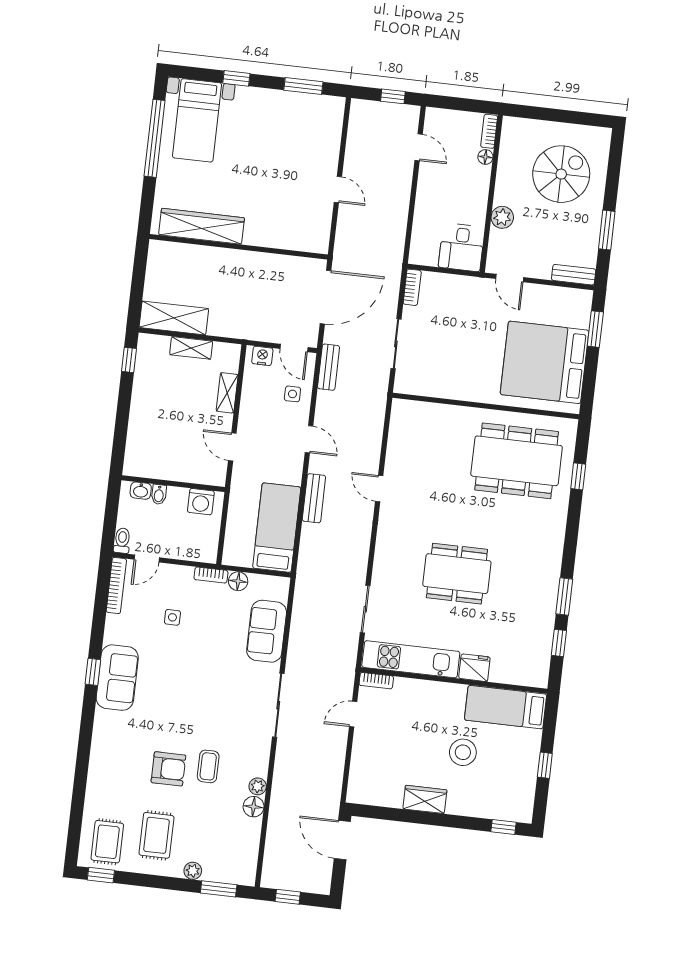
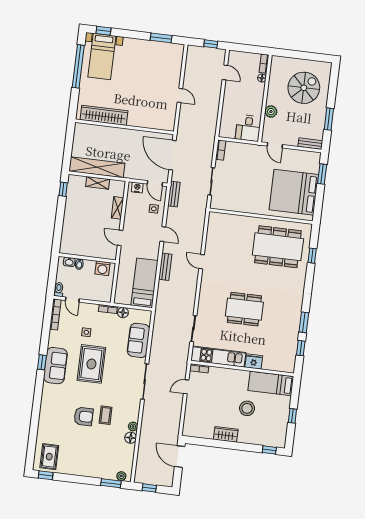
window: (236, 78) -> (103, 31), moved
door: (325, 297) -> (172, 155), swing flipped
shelving: (174, 318) -> (97, 167), width x1.47
door: (147, 559) -> (72, 300), hinge flipped
rug: (156, 835) -> (91, 364), moved, width x1.36, depth x1.43
plant: (193, 871) -> (121, 476), moved

